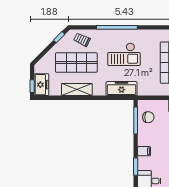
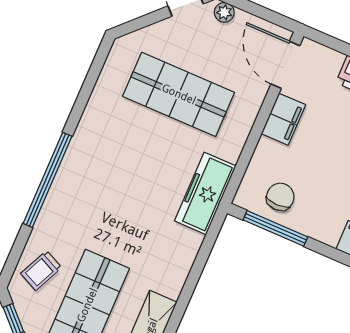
checkout: (124, 54) -> (115, 190), removed
freezer: (122, 89) -> (205, 193), moved

